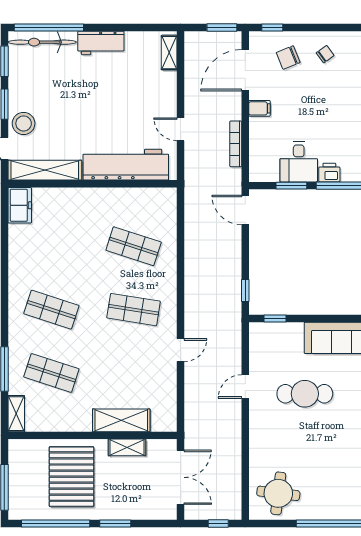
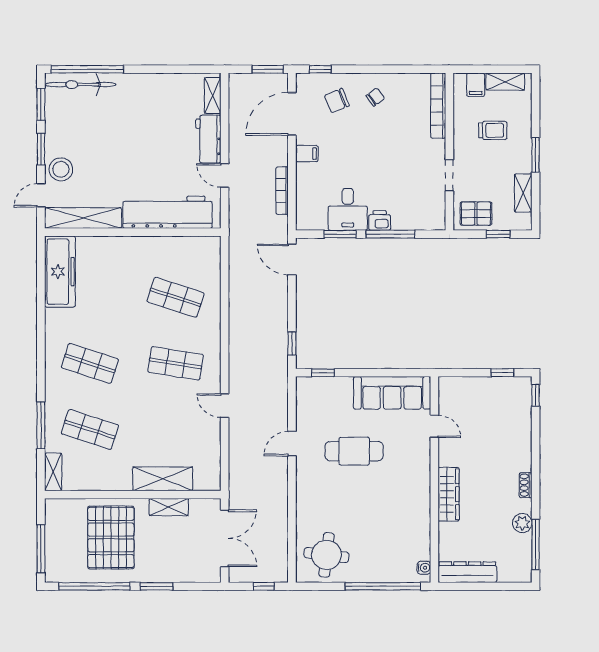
workbench: (101, 43) -> (208, 139), moved, turned 90
freezer: (20, 205) -> (60, 272), width x1.91, depth x1.26
door: (181, 350) -> (225, 406), swing flipped

